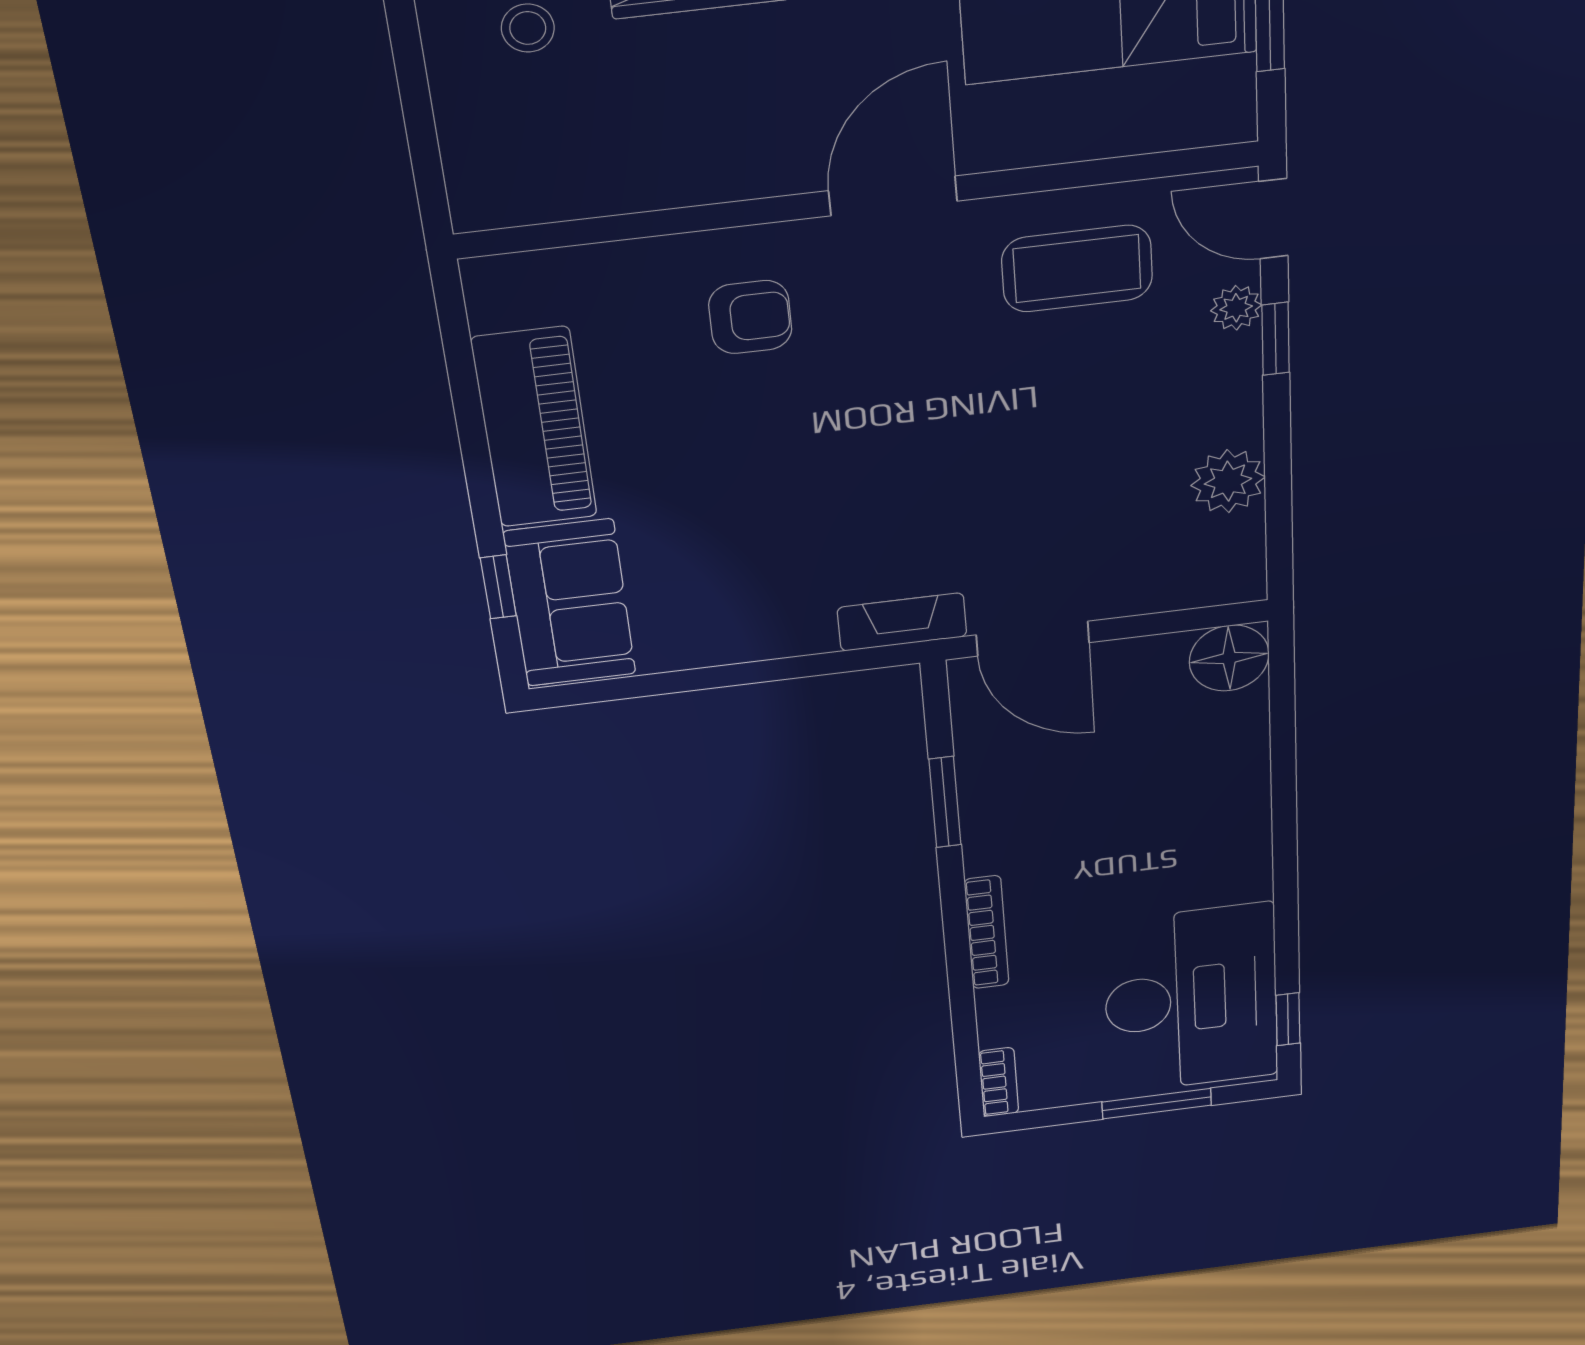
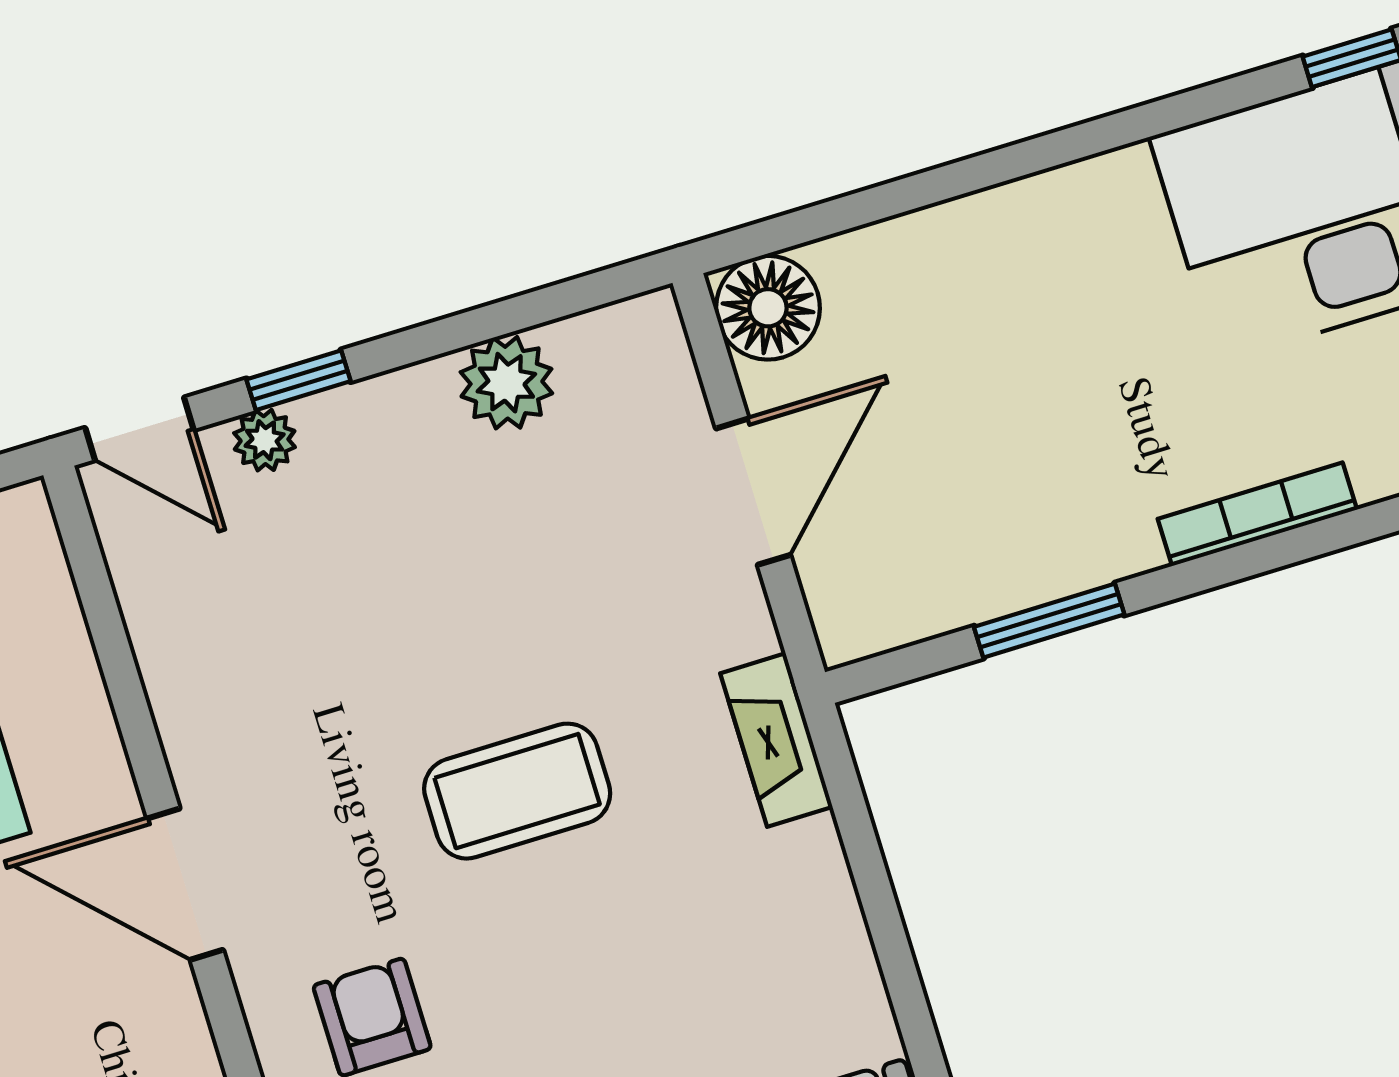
door: (1273, 219) -> (139, 429), hinge flipped
coffee table: (1077, 269) -> (517, 791), moved, turned 90
door: (1033, 639) -> (753, 492), moved

